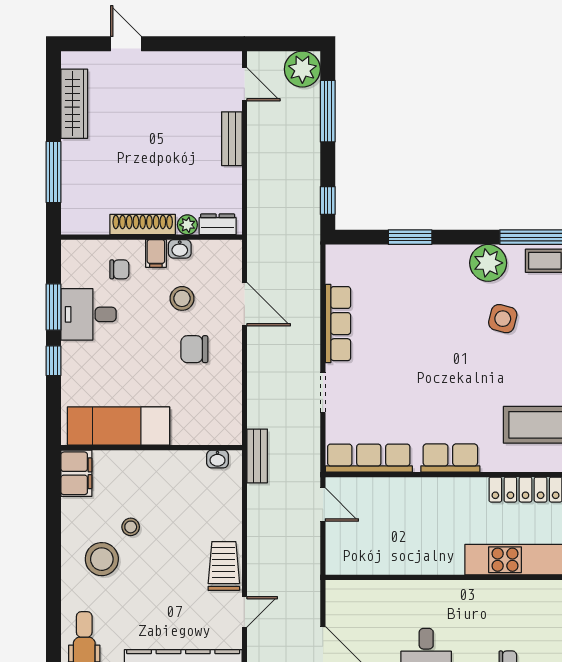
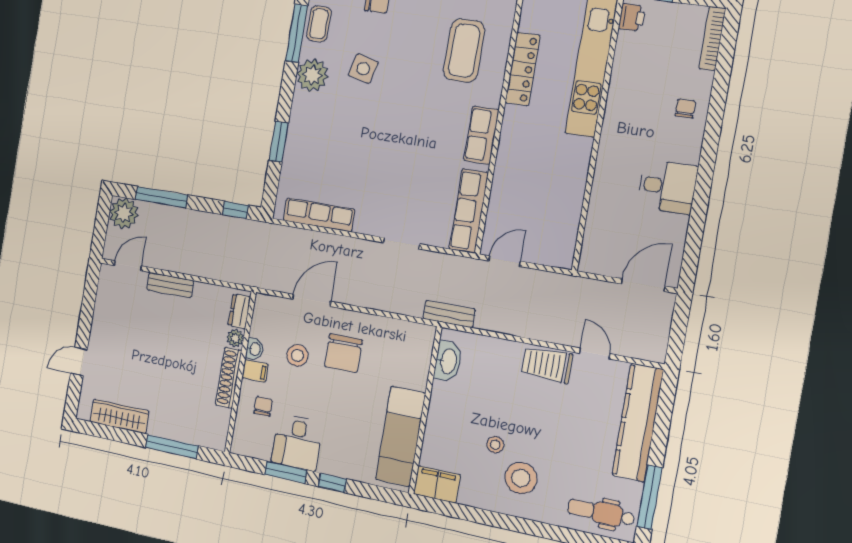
row of seats: (338, 324) -> (319, 215), moved
chair: (194, 349) -> (343, 353), width x1.37, depth x1.37
washbasin: (217, 459) -> (448, 361), width x1.91, depth x1.45

